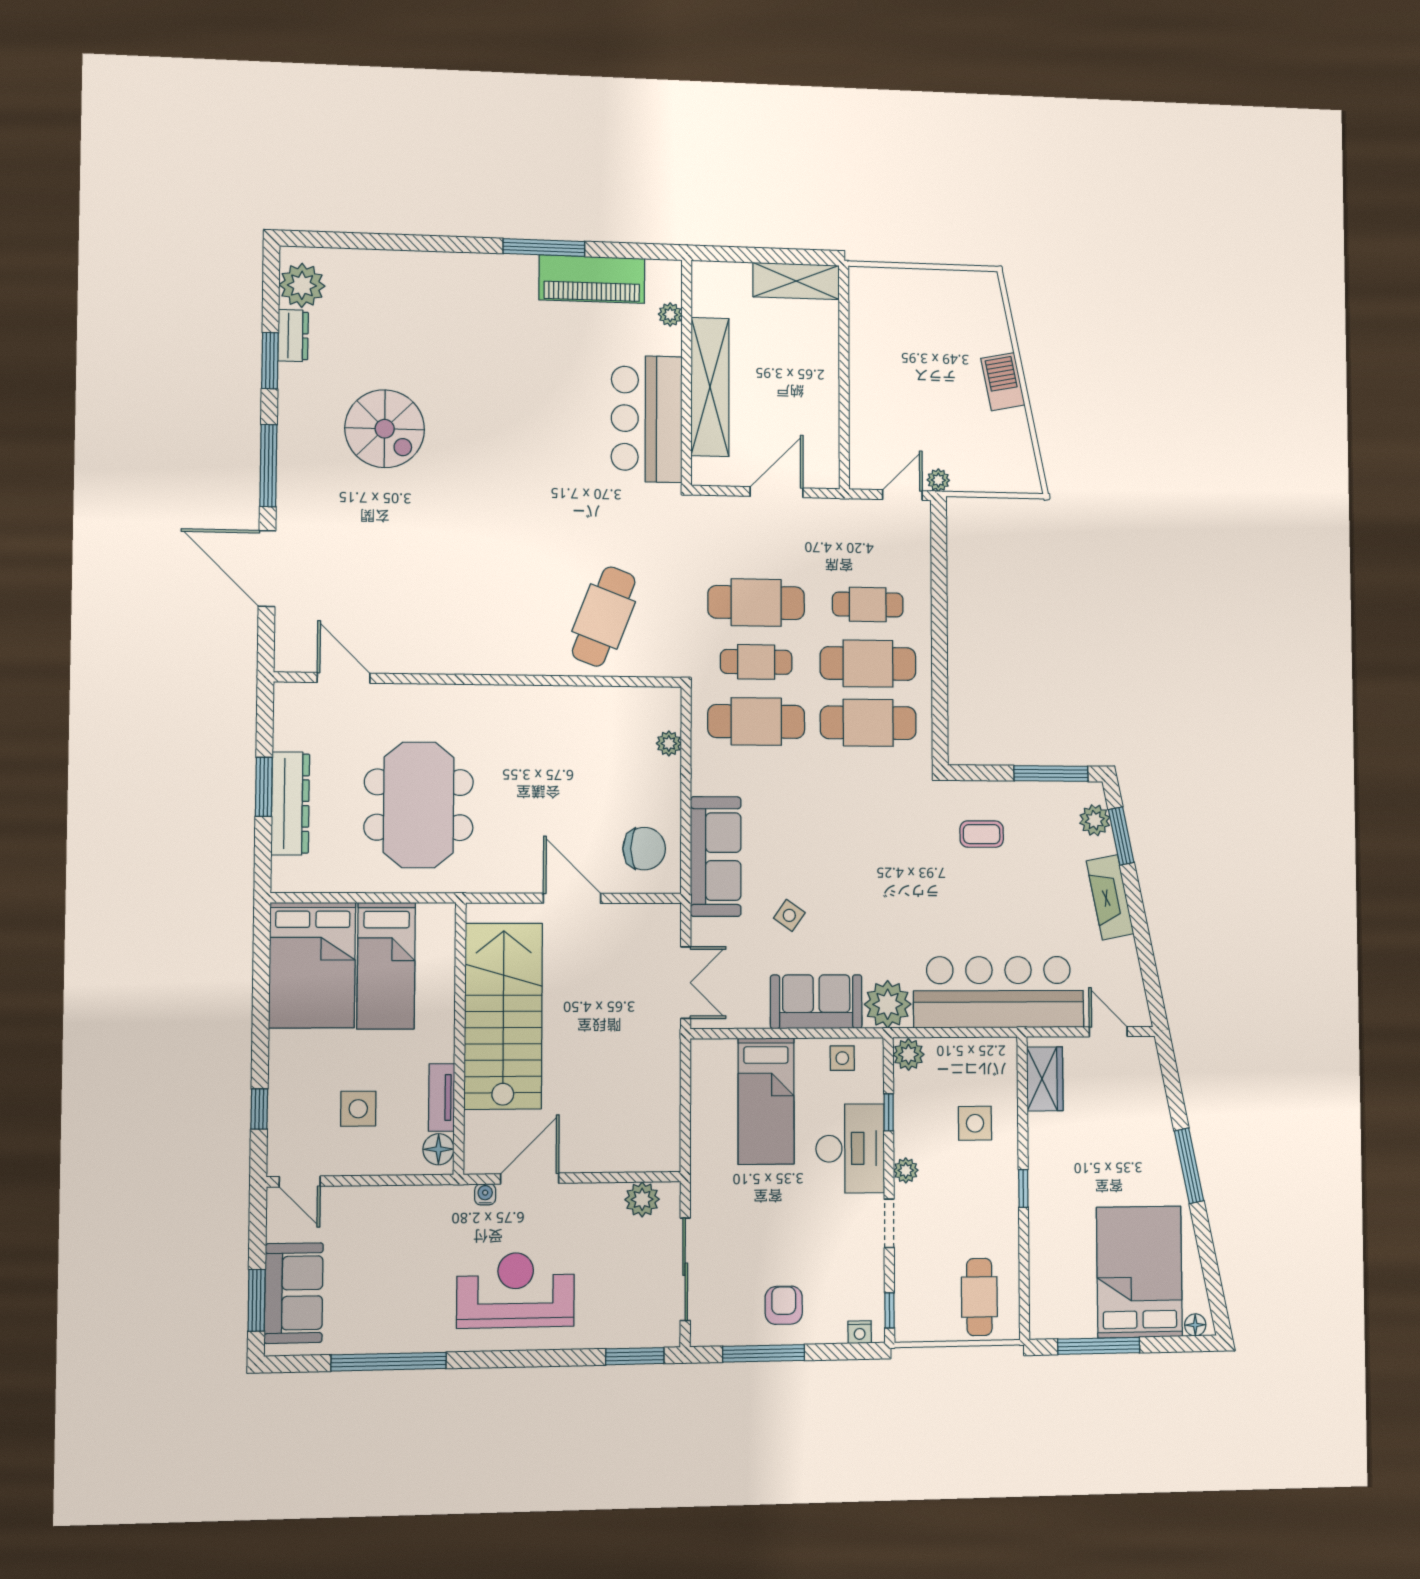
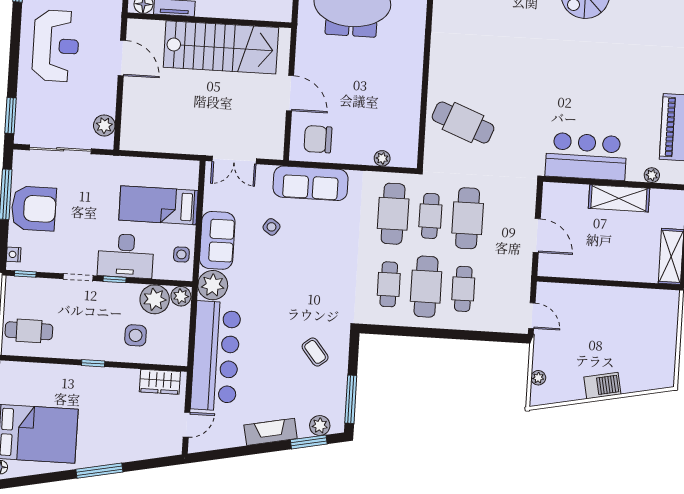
shelving: (710, 387) -> (619, 198), width x0.68
plant: (938, 480) -> (538, 378), moved
cafe table: (868, 723) -> (389, 284), width x0.73, depth x0.74
coffee table: (982, 834) -> (315, 352), turned -39
chair: (644, 849) -> (318, 139), turned 90
door: (572, 898) -> (290, 93), hinge flipped
window: (889, 1112) -> (115, 279), moved
plant: (906, 1170) -> (155, 299), moved, width x1.88, depth x1.88
water cooler: (485, 1194) -> (114, 31), removed
armchair: (784, 1305) -> (34, 208), width x1.88, depth x1.88

